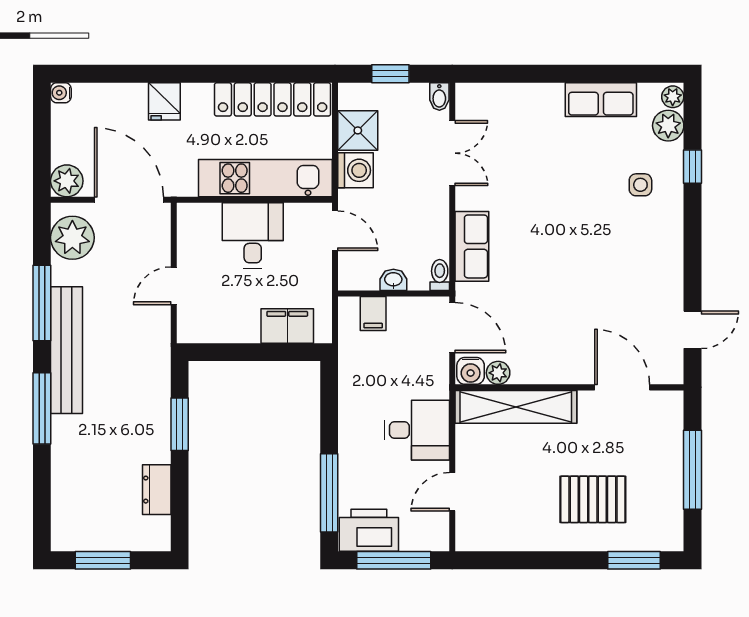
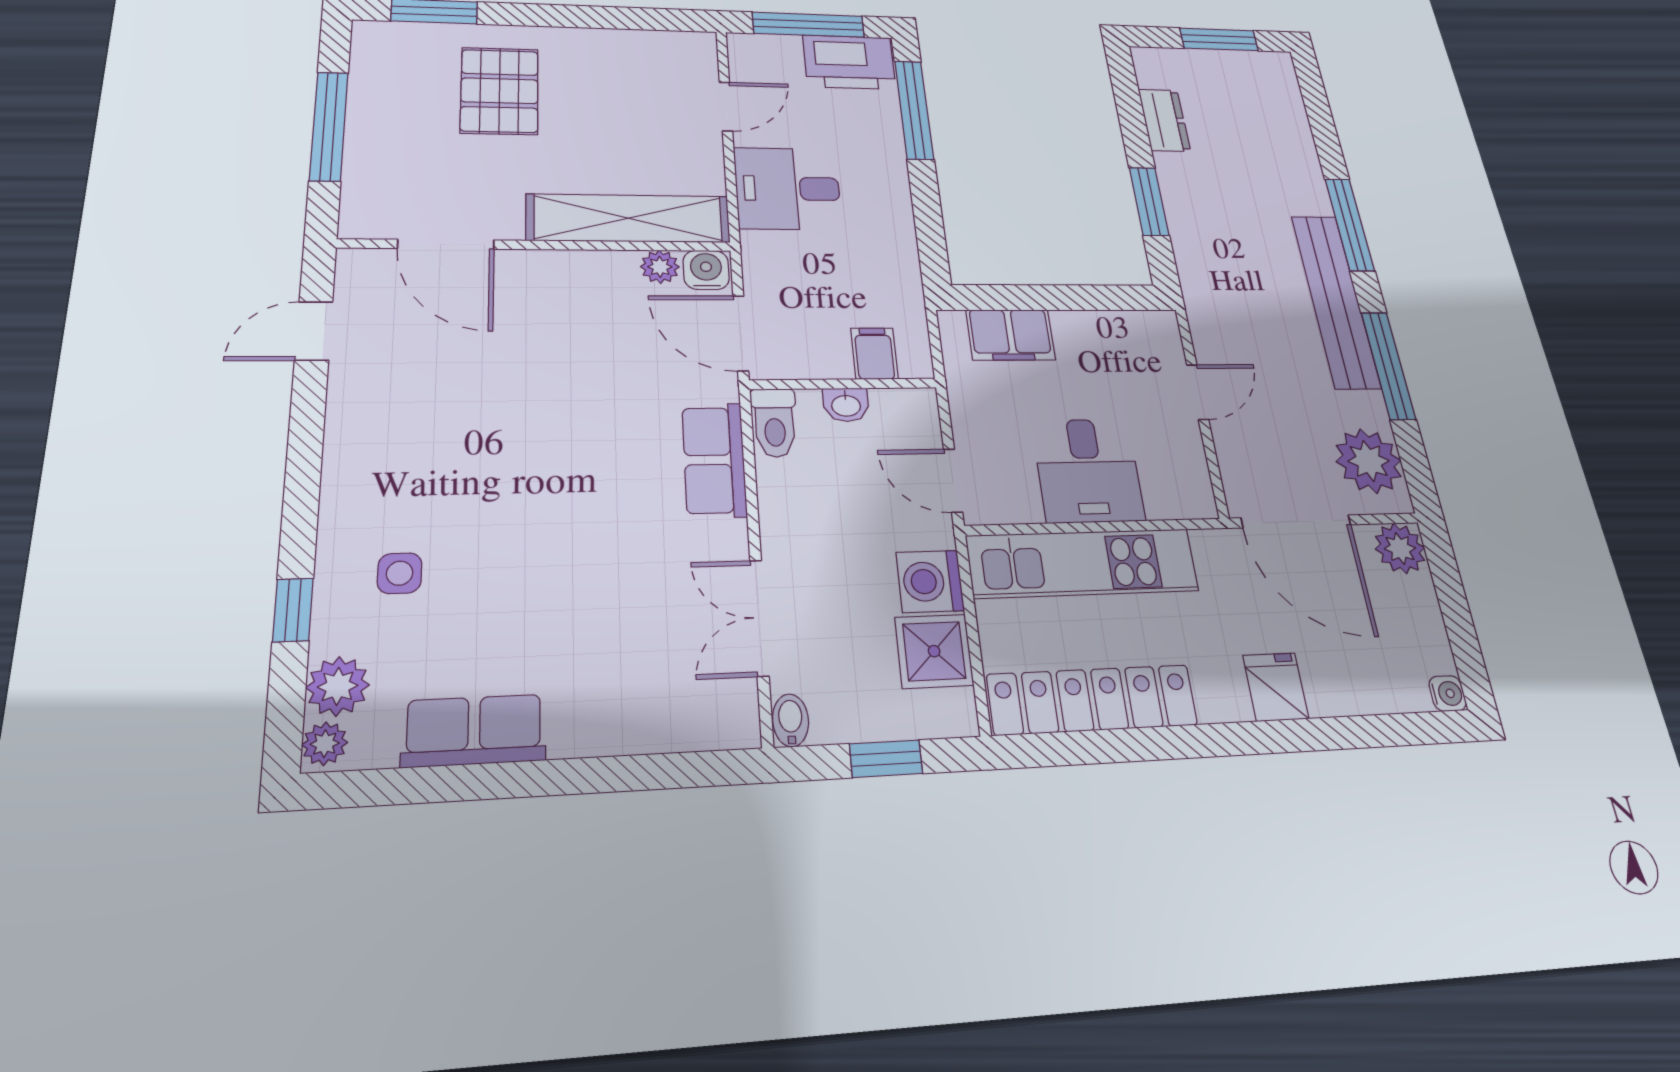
toilet: (440, 275) -> (774, 423), width x1.37, depth x1.39
pallet: (593, 499) -> (499, 91), turned 90

